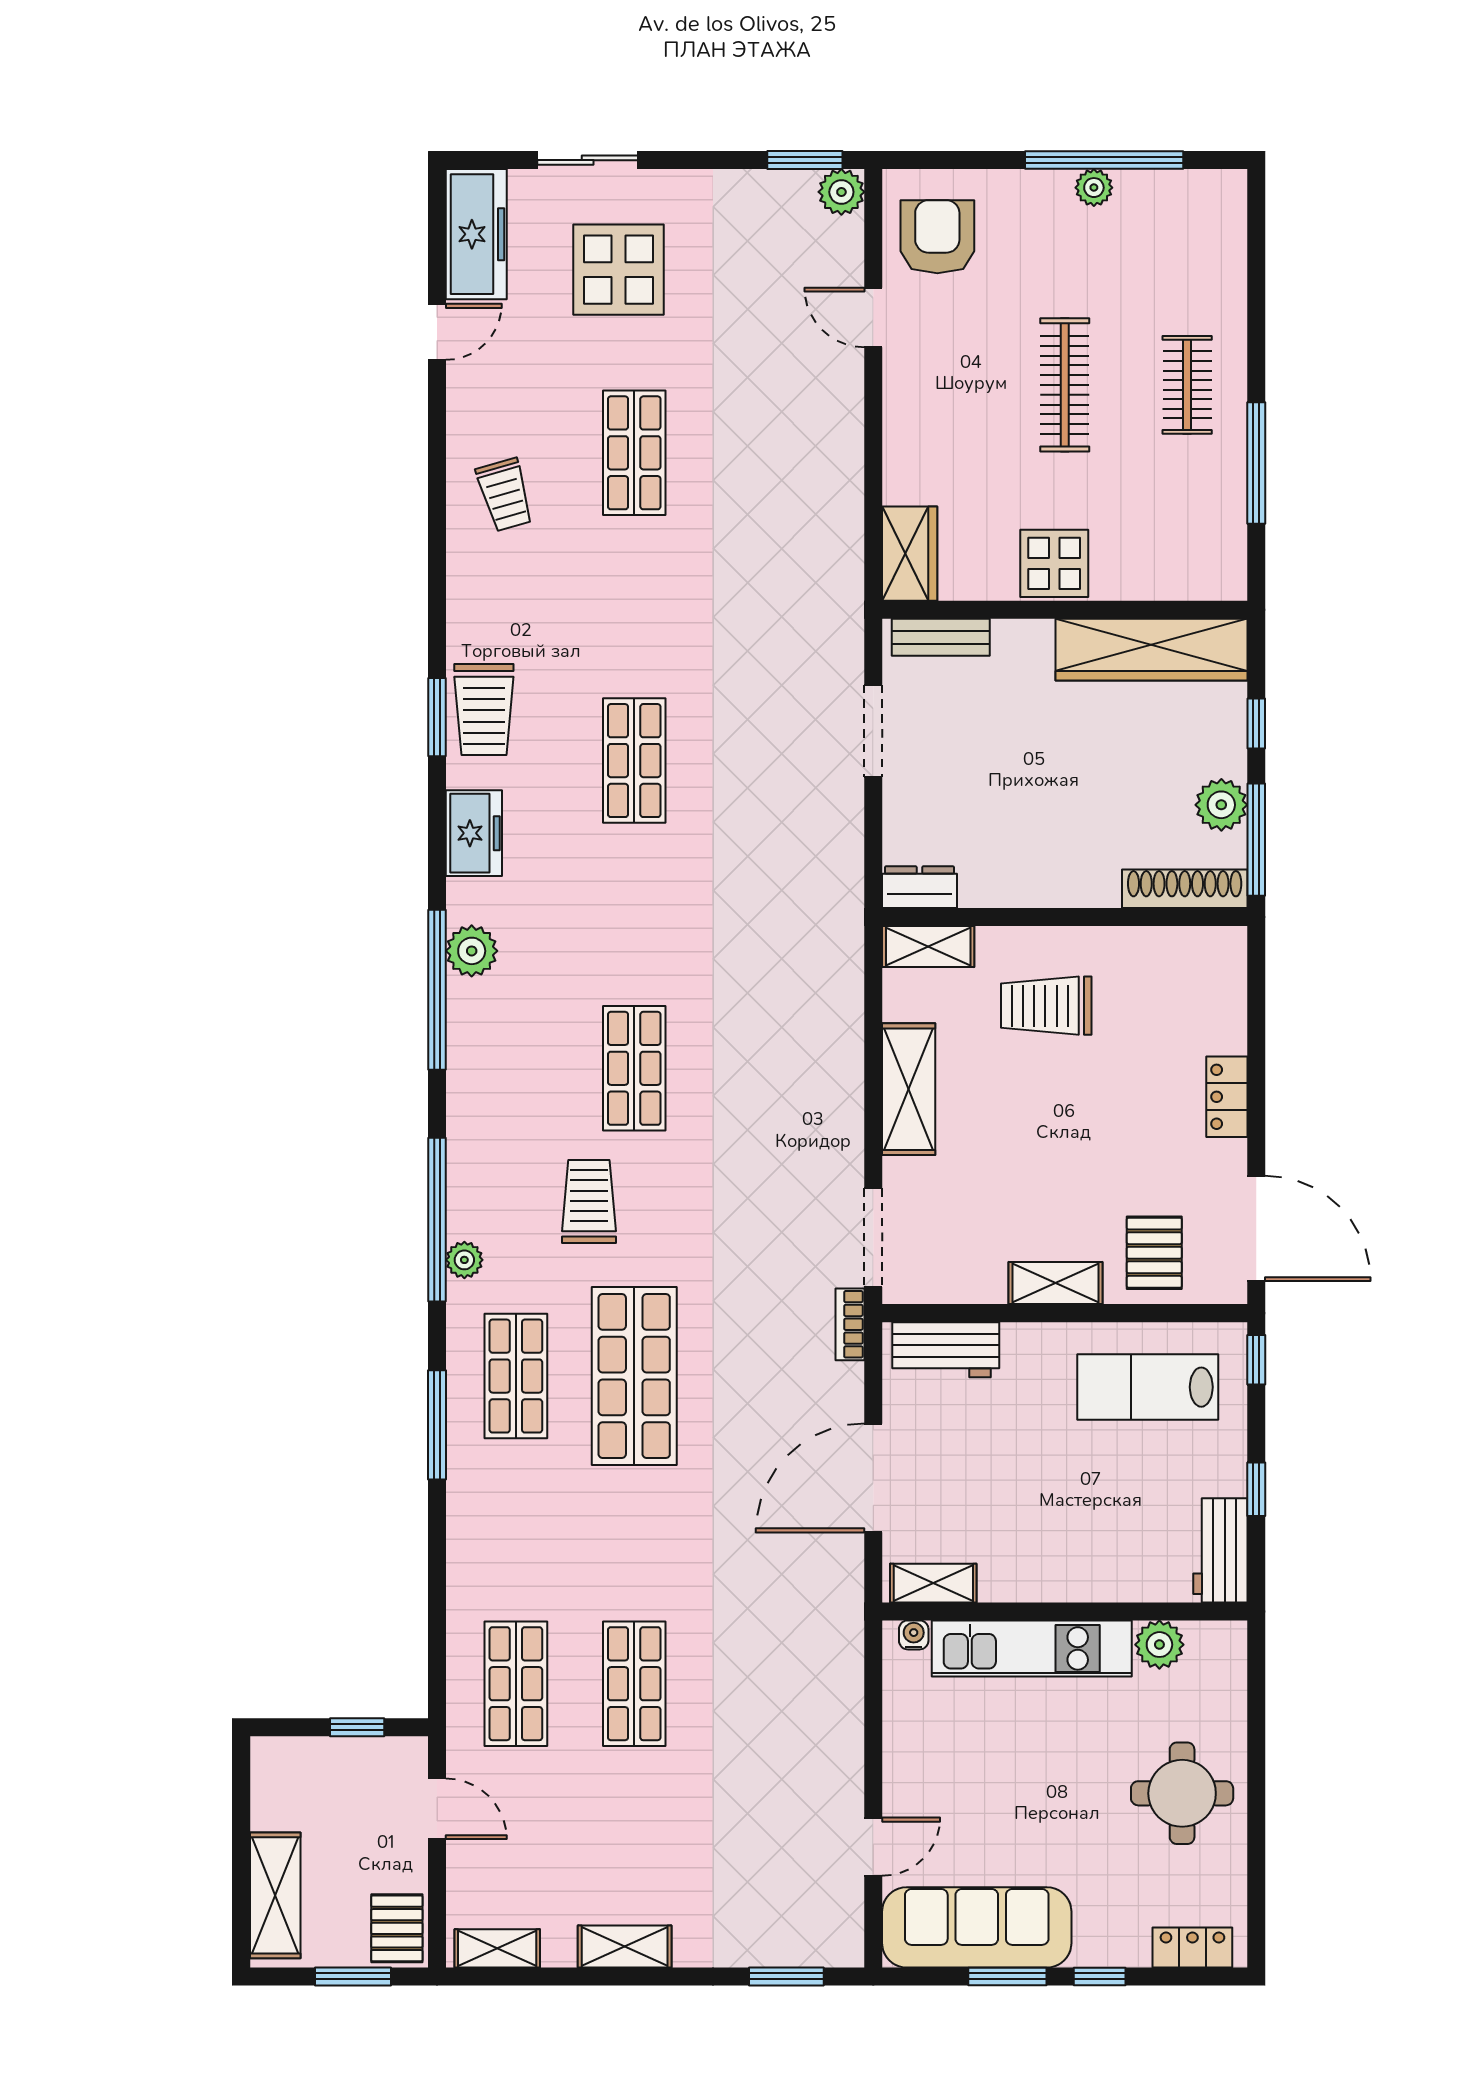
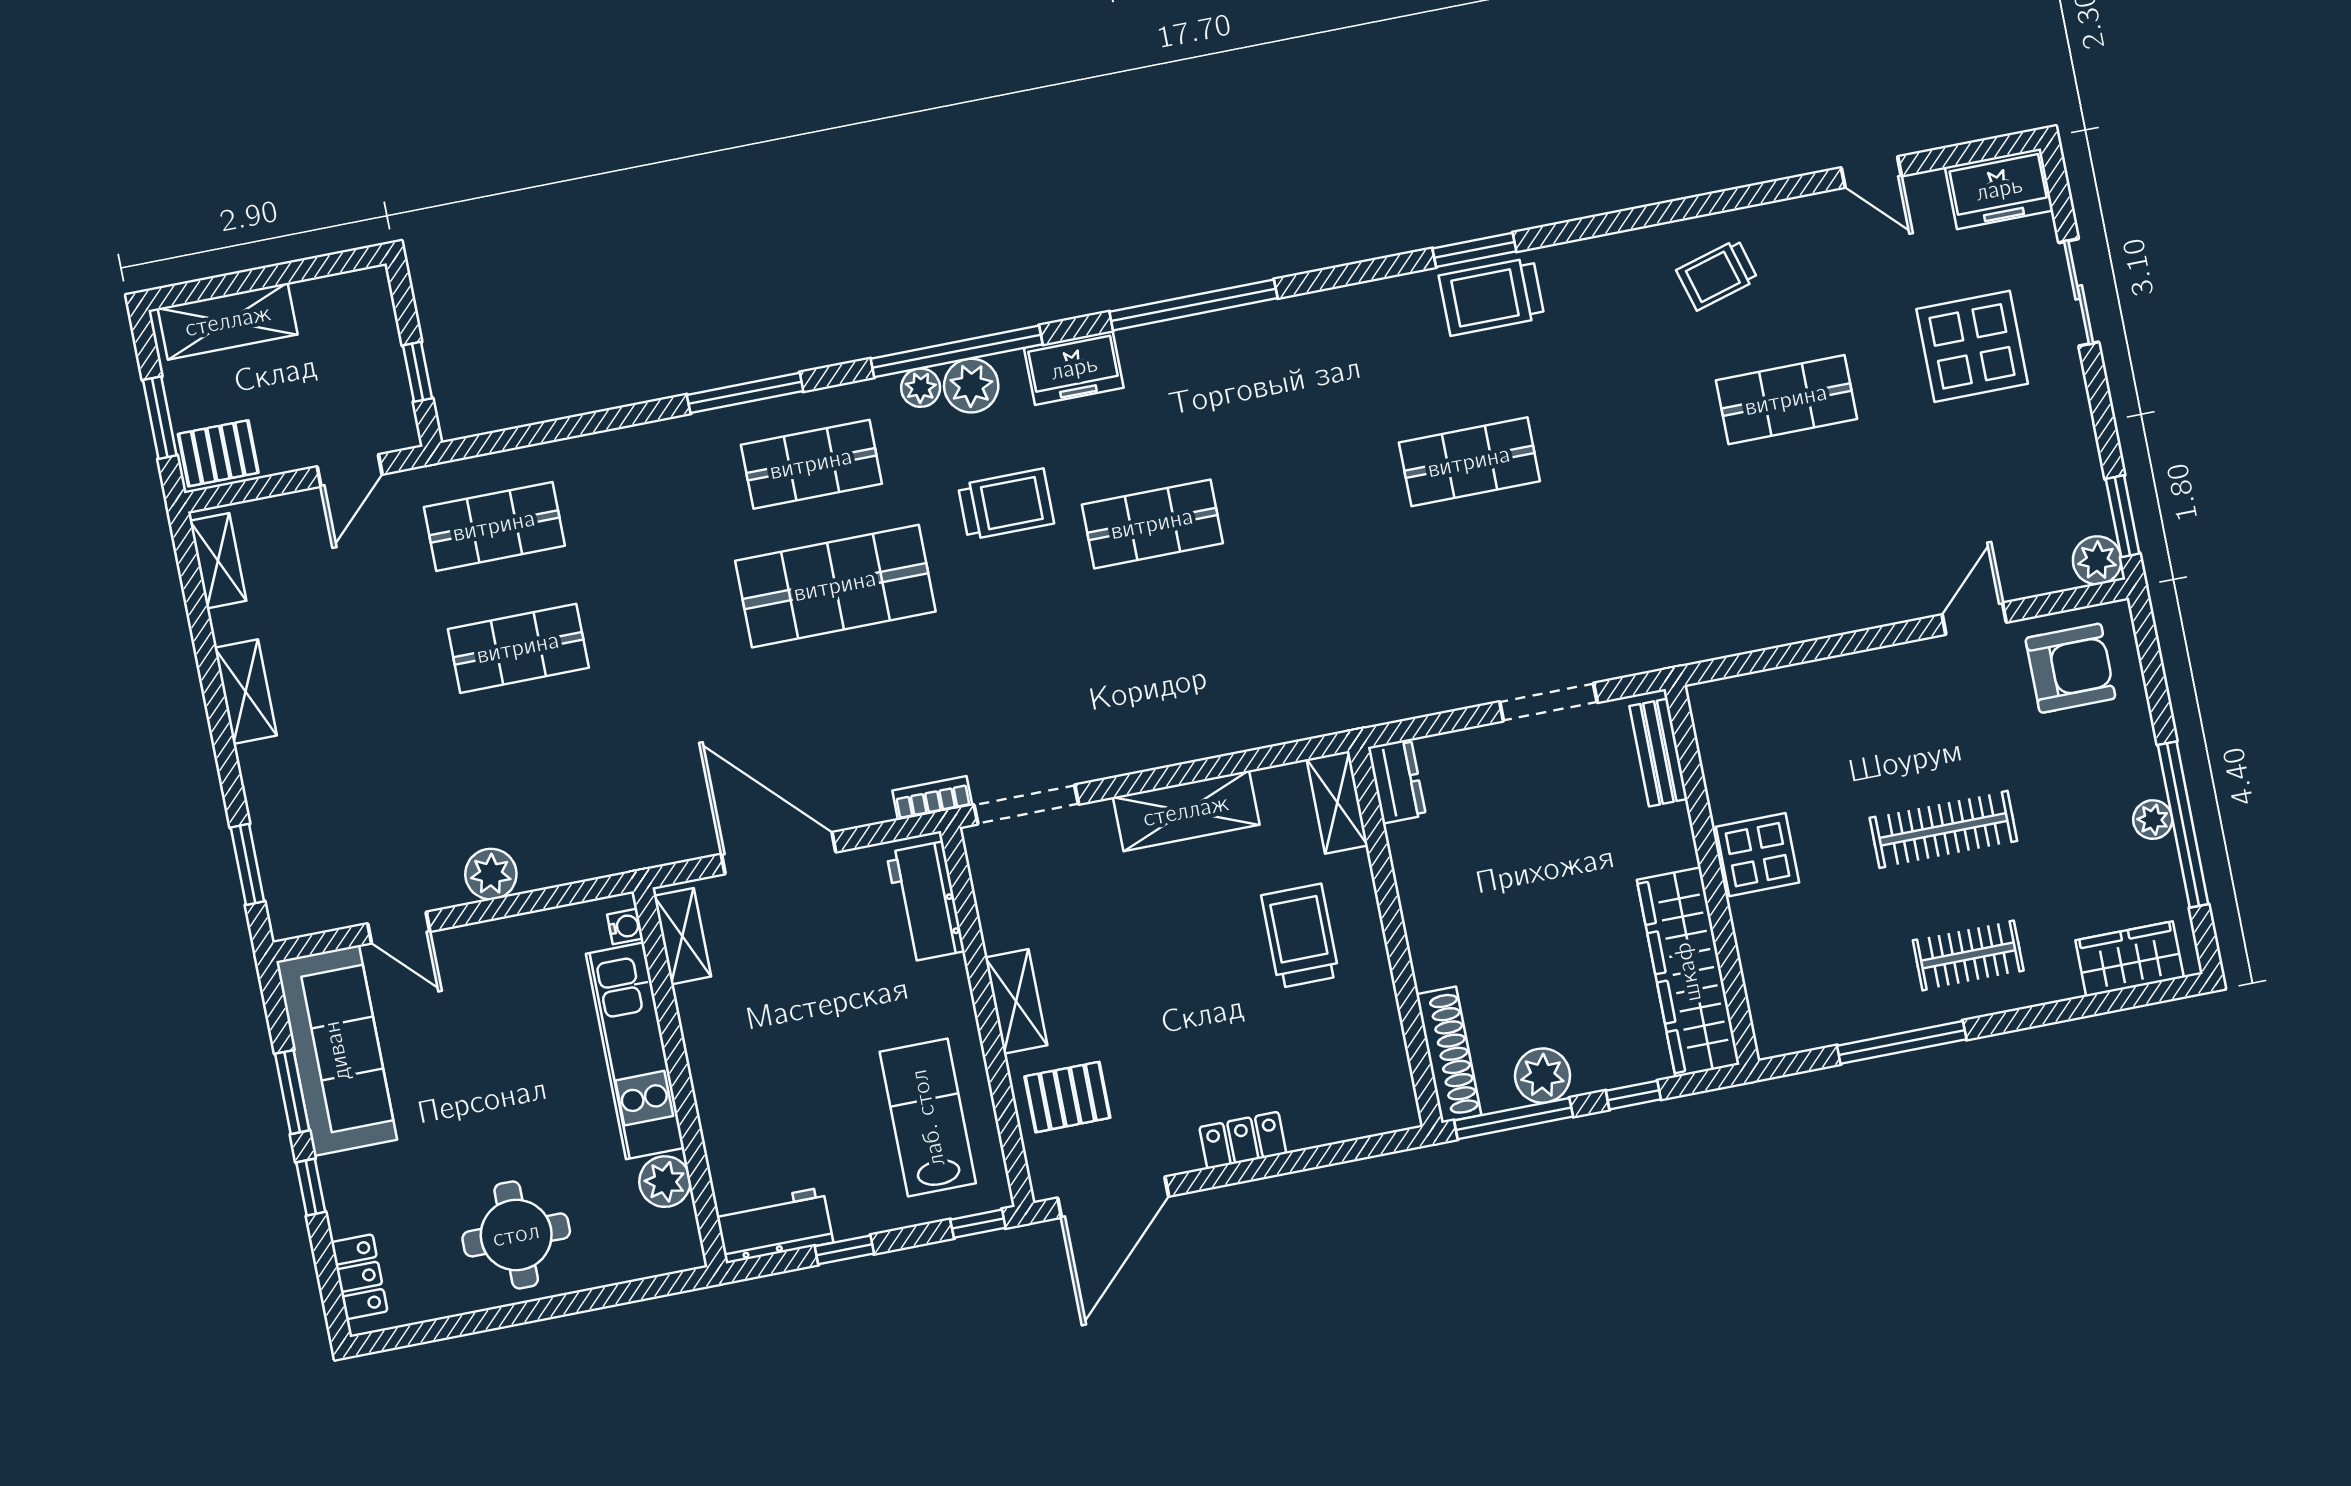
freezer: (476, 234) -> (1999, 189), width x0.71
wardrobe: (910, 554) -> (2130, 959), moved, turned 180
freezer: (474, 833) -> (1074, 368), moved
plant: (472, 951) -> (971, 386), moved
plant: (840, 1751) -> (491, 874), added

